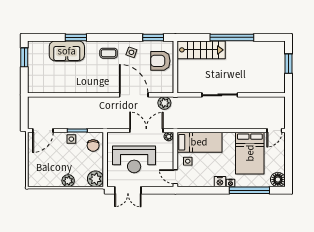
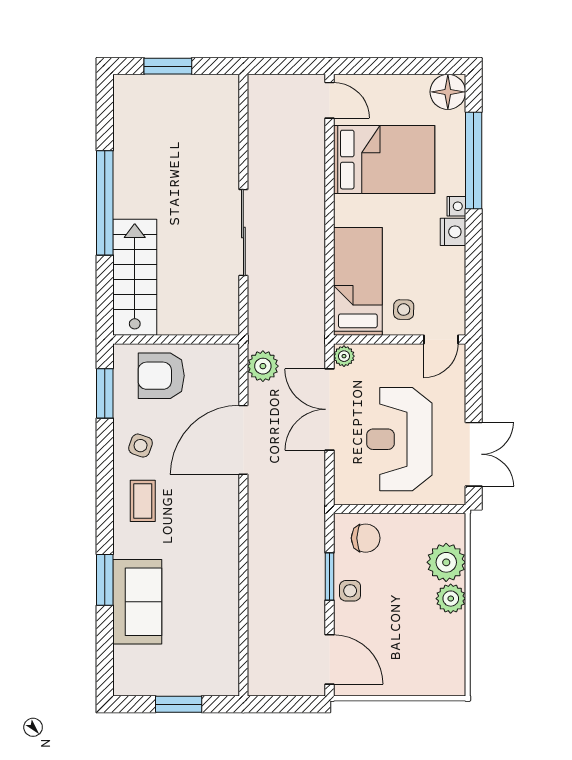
window: (24, 57) -> (179, 704), moved
armchair: (160, 61) -> (161, 376), turned 90
reception desk: (134, 159) -> (399, 439), turned 180
plant: (95, 179) -> (446, 562), moved

